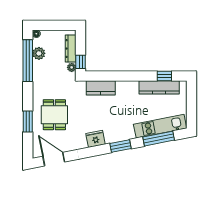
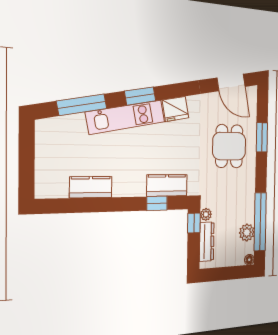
window: (164, 76) -> (157, 203), moved
kitchen counter: (159, 87) -> (91, 187), width x0.67
kitchen unit: (160, 126) -> (126, 117), moved

